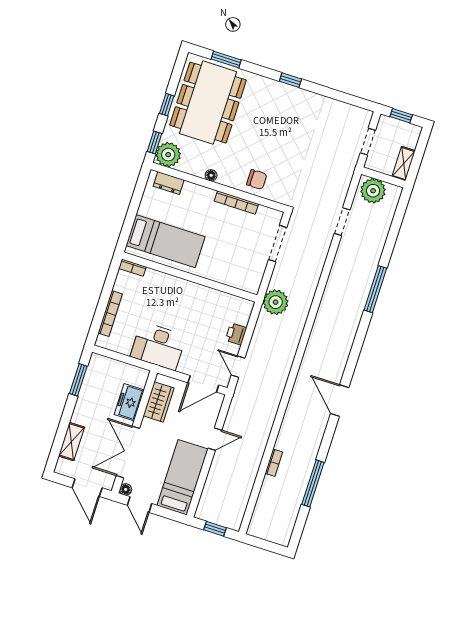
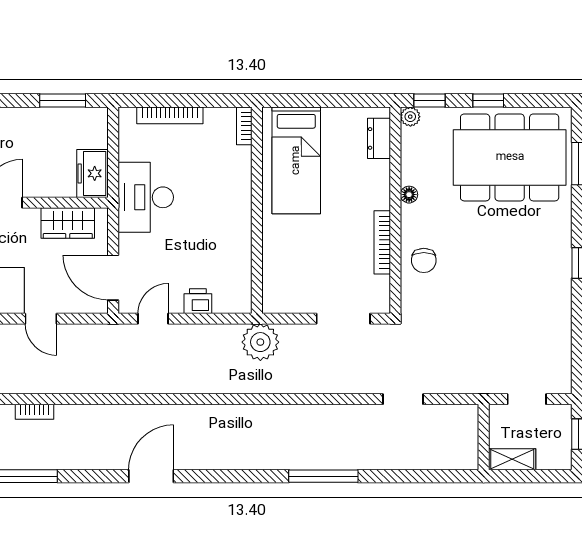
plant: (168, 155) -> (410, 117), width x0.53, depth x0.53
plant: (373, 191) -> (460, 429), removed
freezer: (129, 402) -> (92, 173), moved, turned -90

